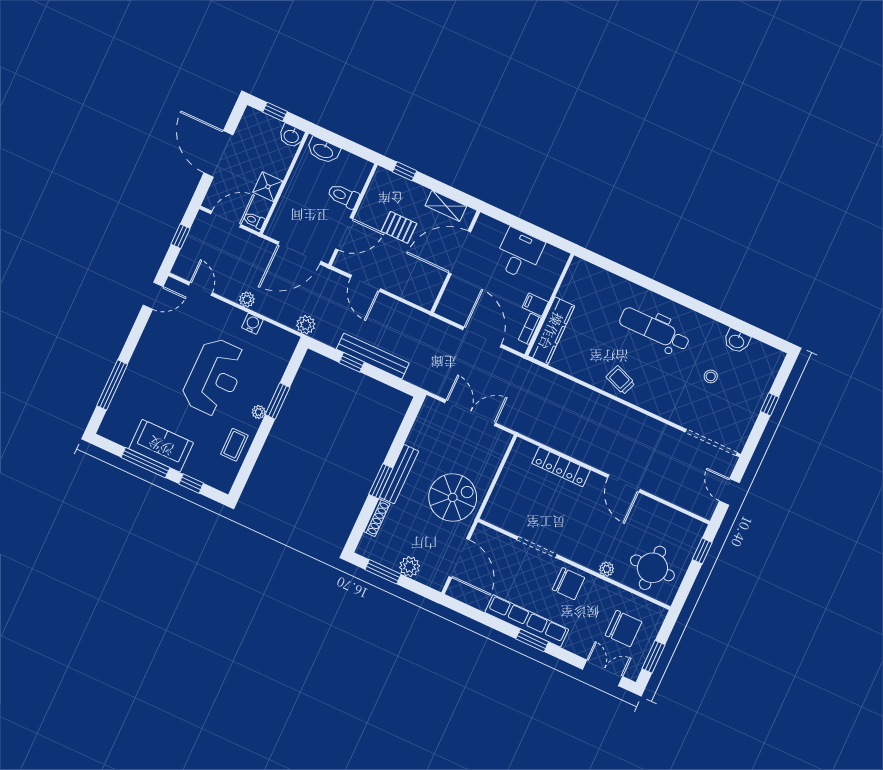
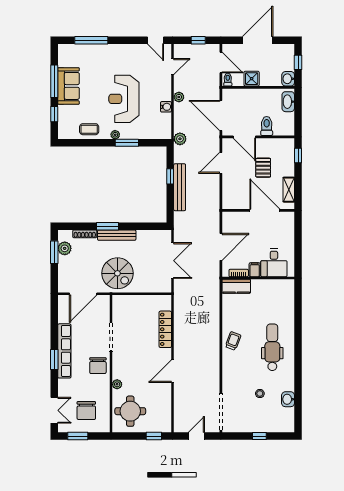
desk: (519, 254) -> (274, 263), moved, turned 90
kitchen counter: (551, 331) -> (236, 286), width x0.67
reception desk: (214, 377) -> (124, 99), turned 90
plant: (410, 567) -> (65, 248), moved

